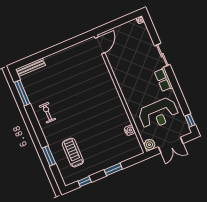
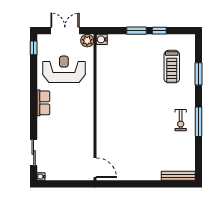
door: (100, 45) -> (95, 168), swing flipped
sliding door: (162, 55) -> (34, 152), moved
window: (22, 93) -> (198, 122), moved
water cooler: (130, 130) -> (102, 39), moved
window: (85, 182) -> (159, 31), moved

